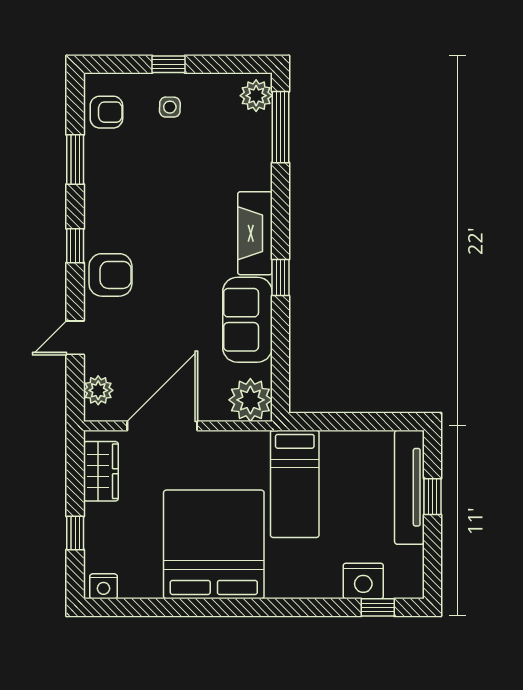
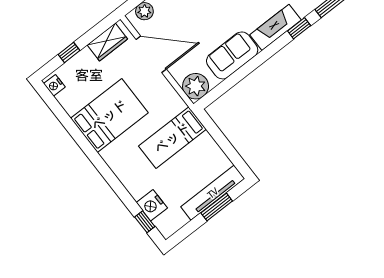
window: (280, 278) -> (299, 28), moved
window: (432, 497) -> (217, 207), width x1.50
bed: (214, 544) -> (109, 115), width x0.73

